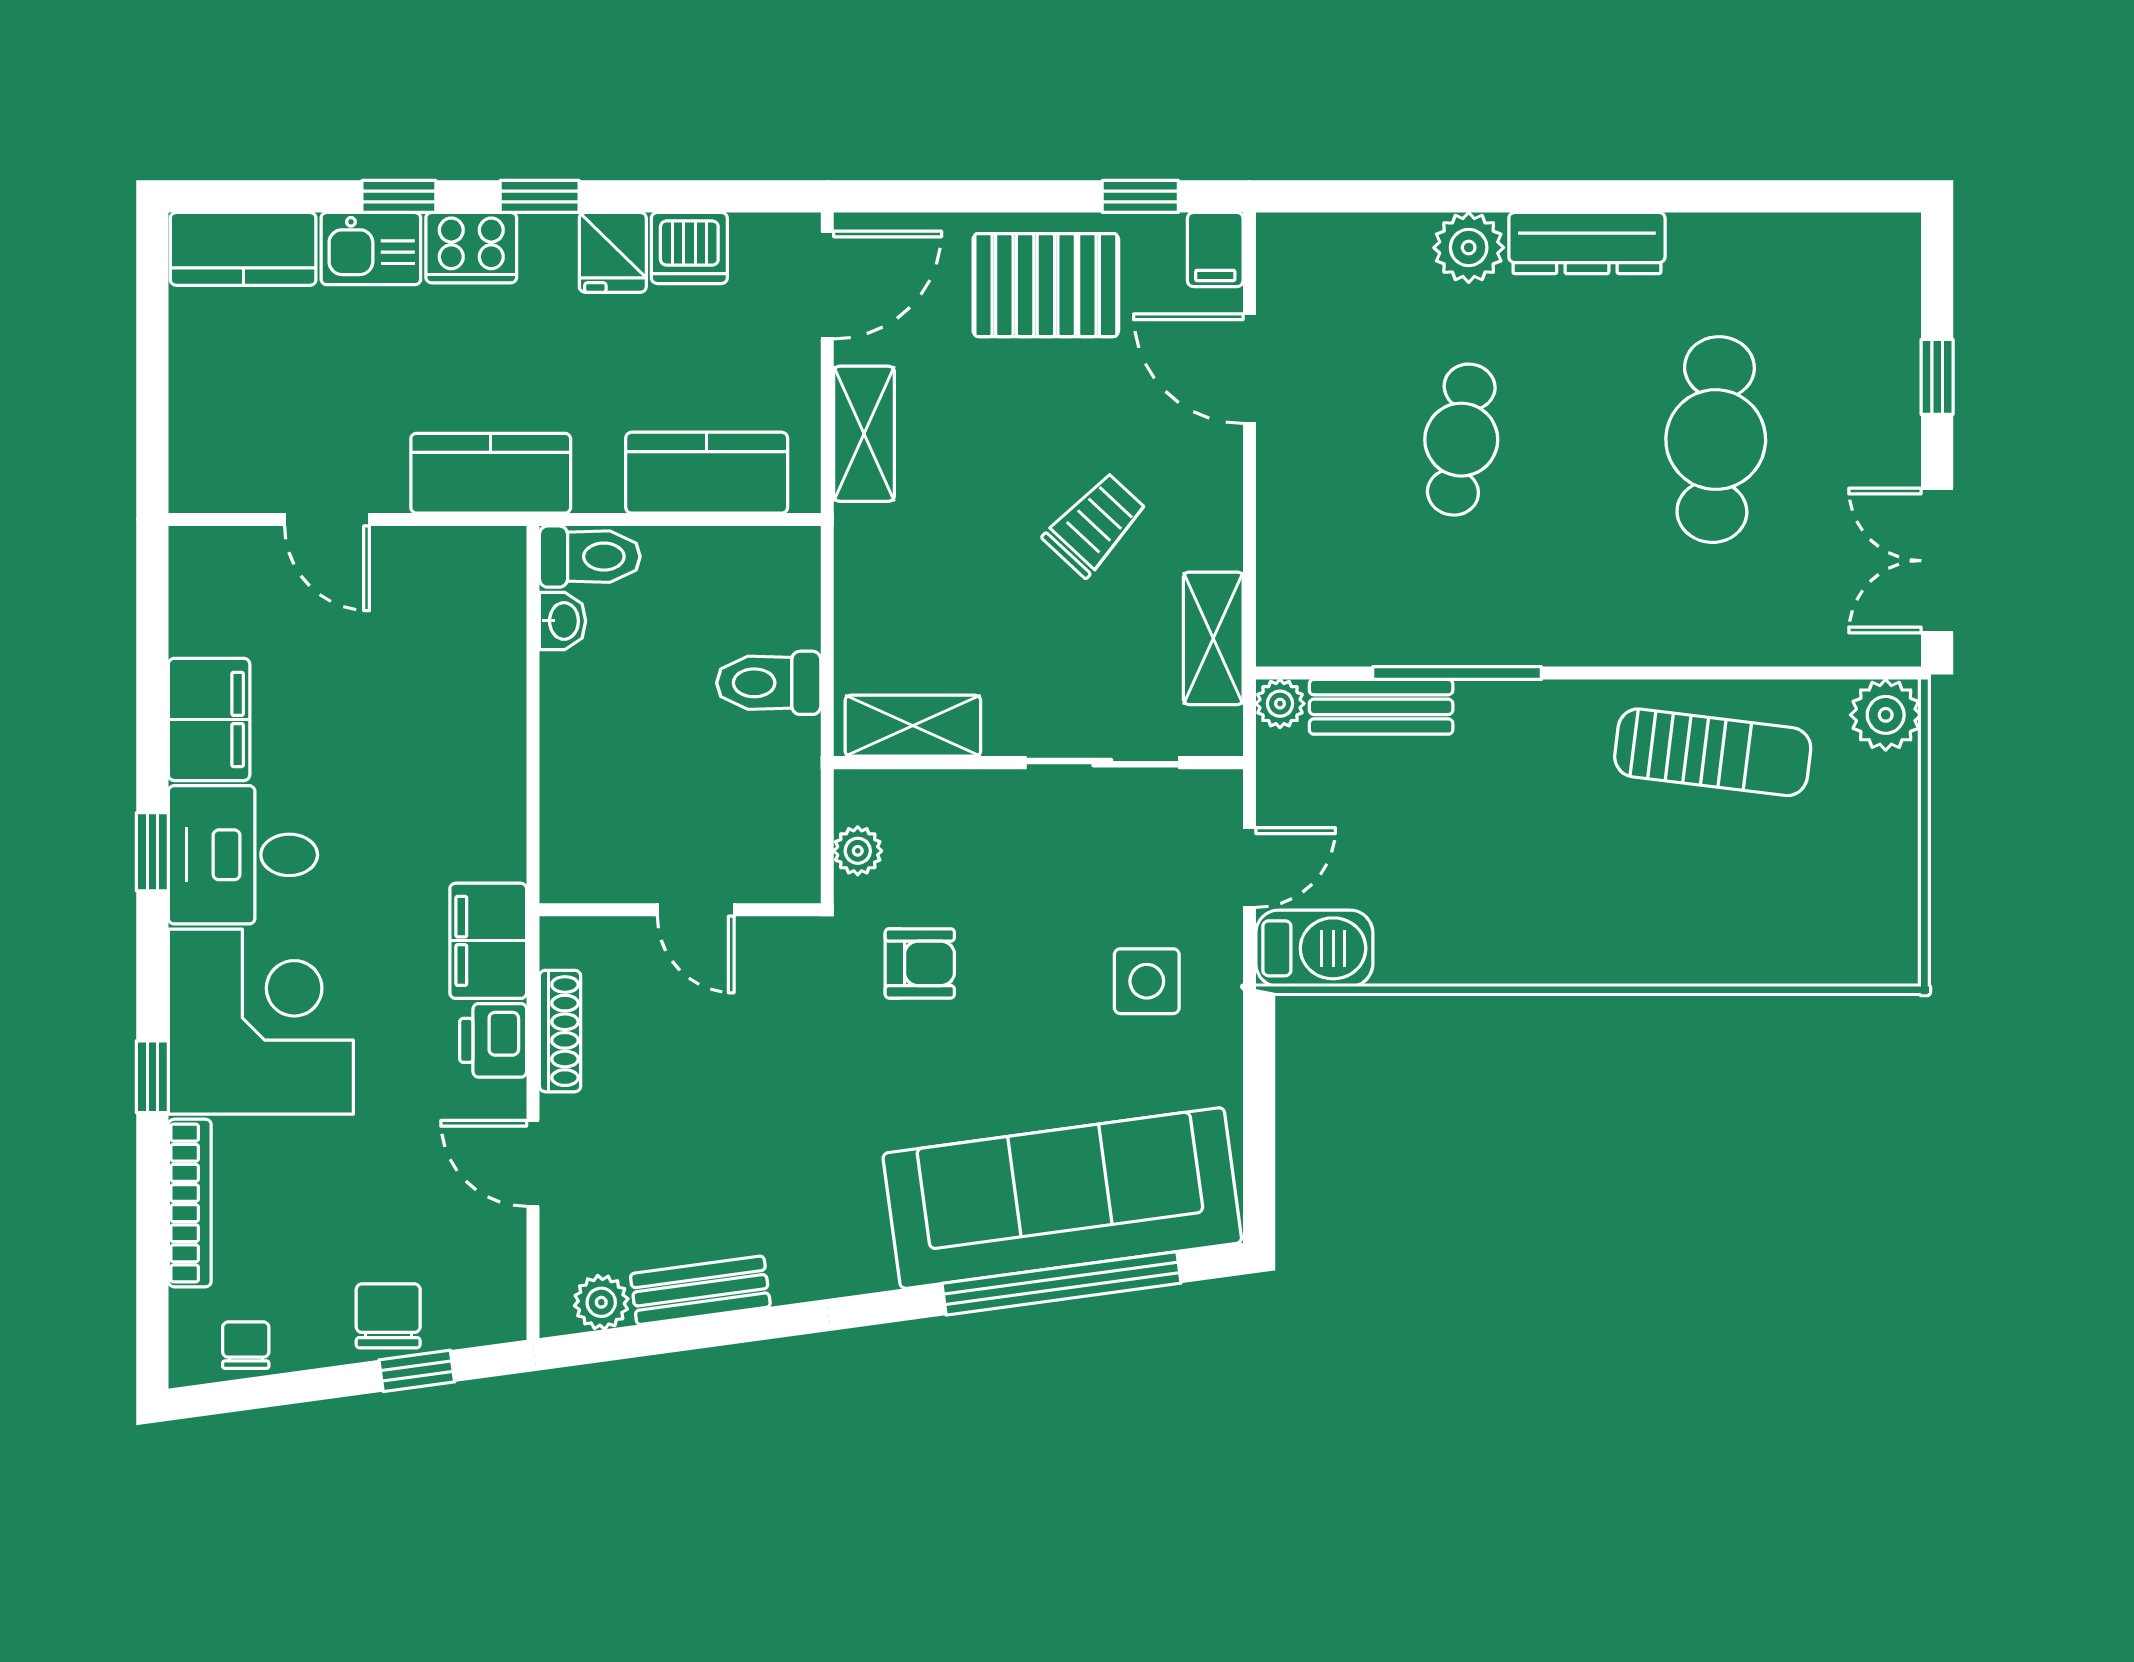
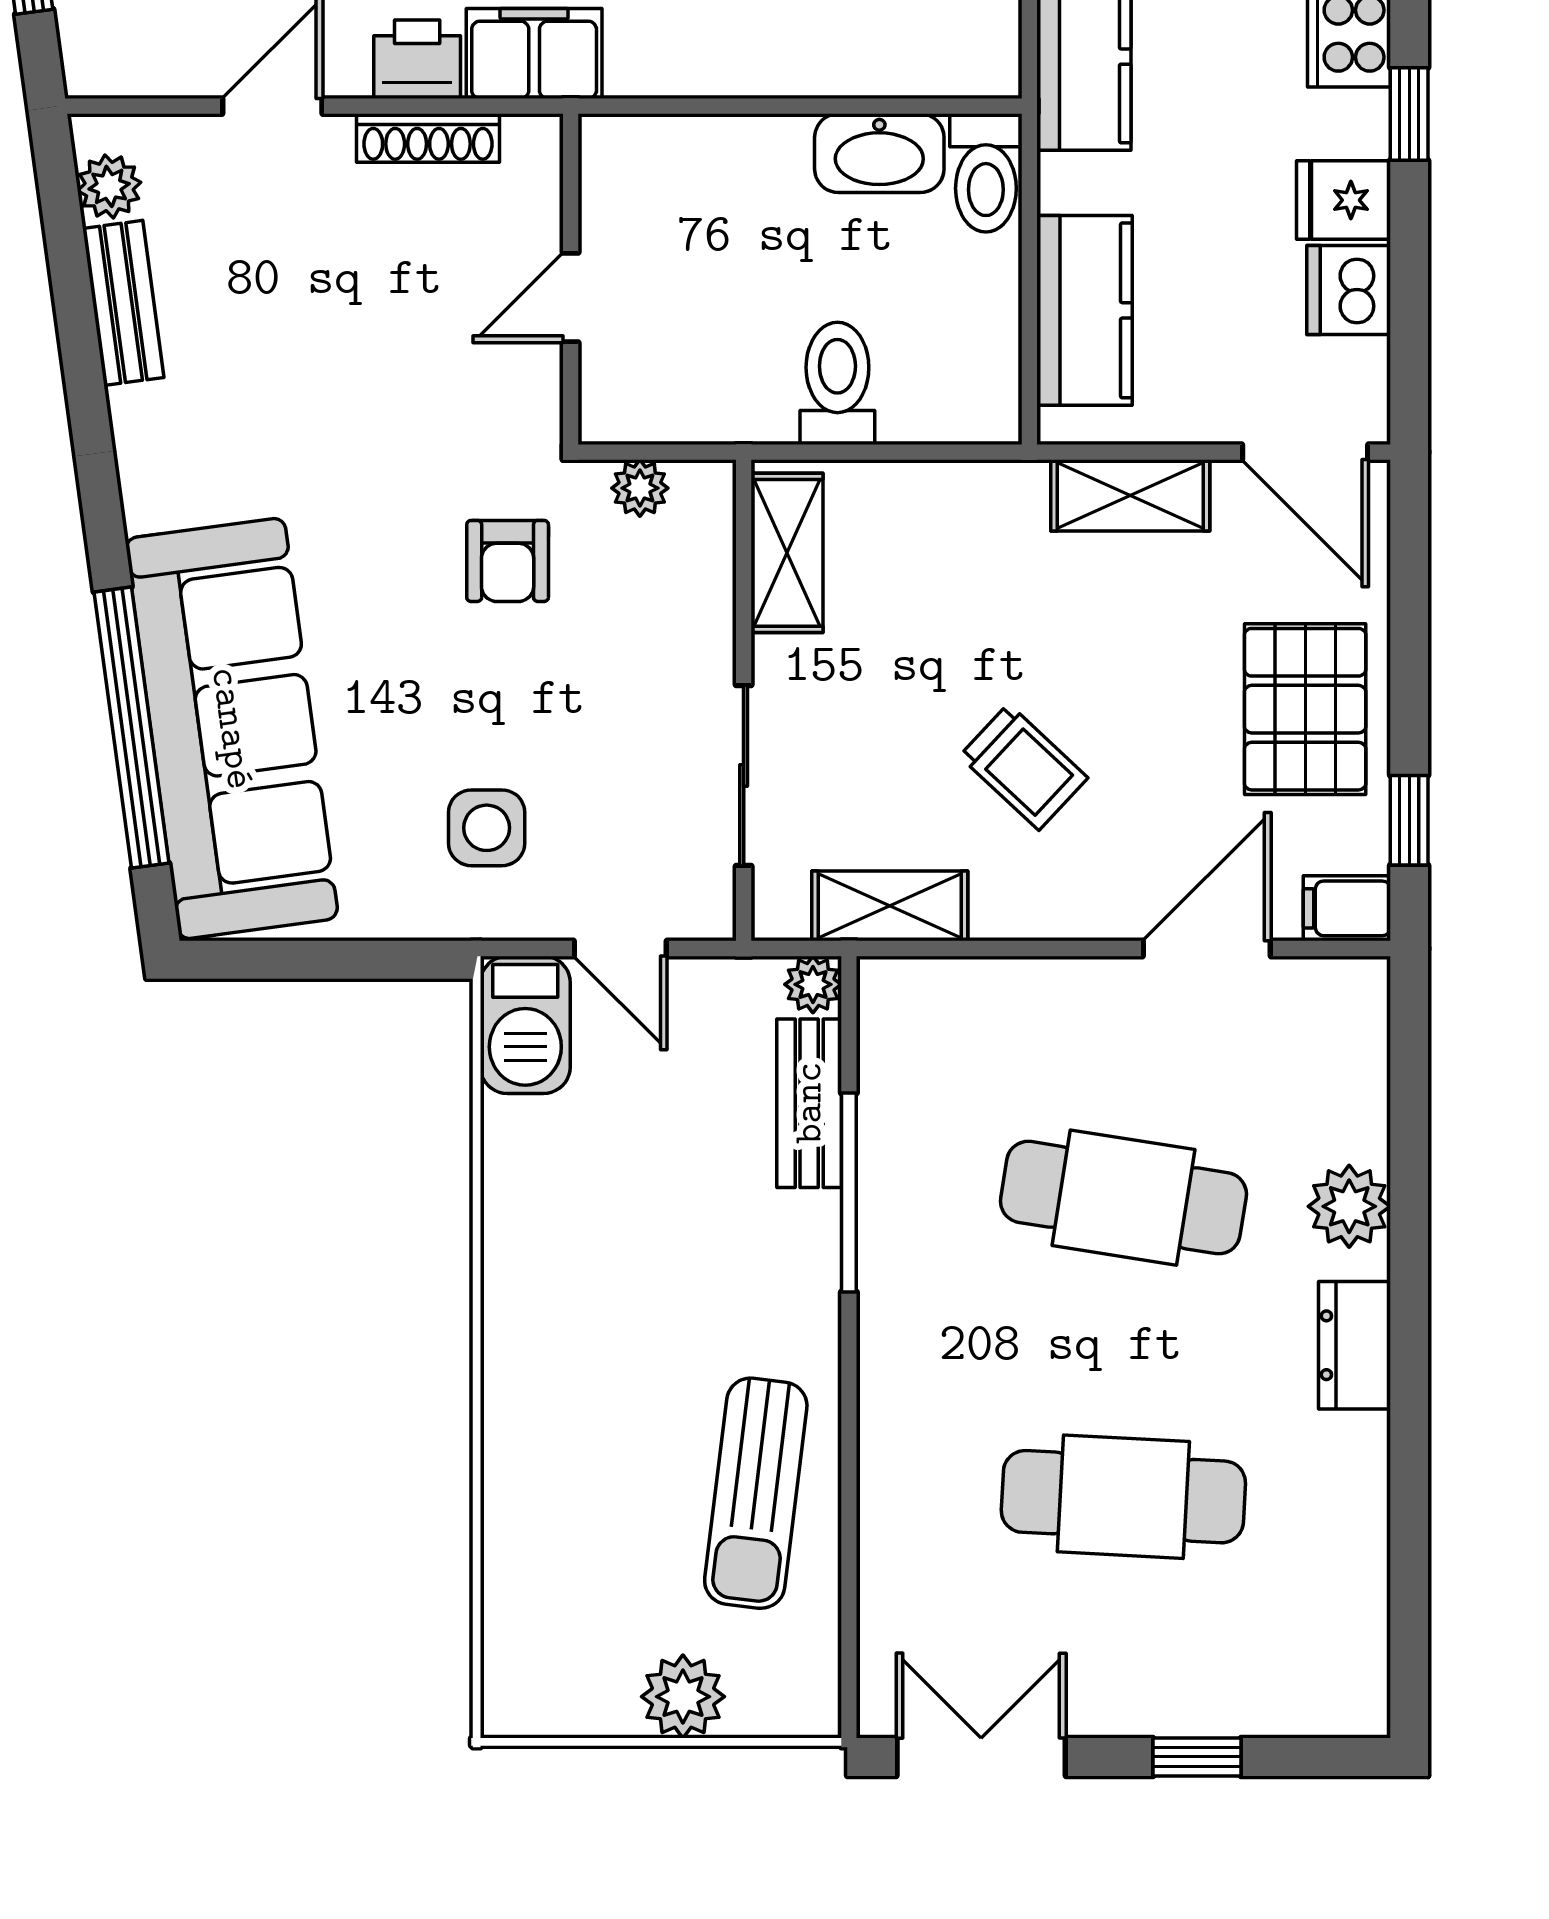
dresser: (1587, 243) -> (1354, 1345), width x0.70
cafe table: (1461, 440) -> (1123, 1198), width x1.37, depth x1.35
washbasin: (563, 621) -> (879, 153), width x1.91, depth x1.45
plant: (1886, 715) -> (683, 1697), moved

